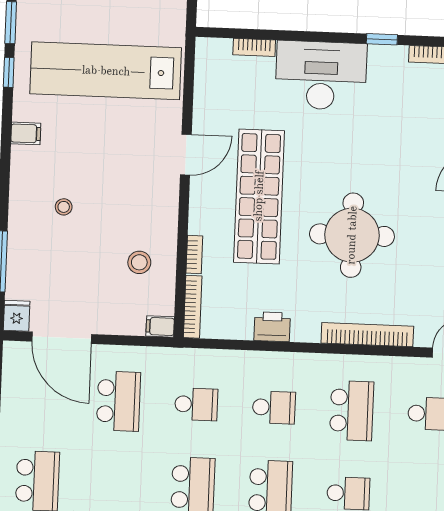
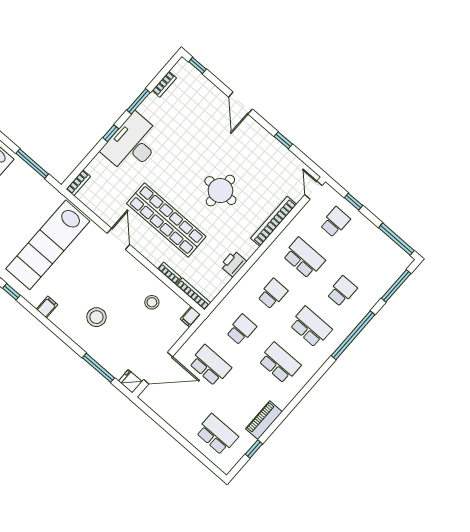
window: (313, 36) -> (111, 133), added
window: (382, 39) -> (138, 101), width x1.50
bookcase: (254, 47) -> (78, 183), moved
stool: (64, 207) -> (96, 317), width x1.89, depth x1.89
round table: (352, 235) -> (220, 191), width x0.73, depth x0.73

